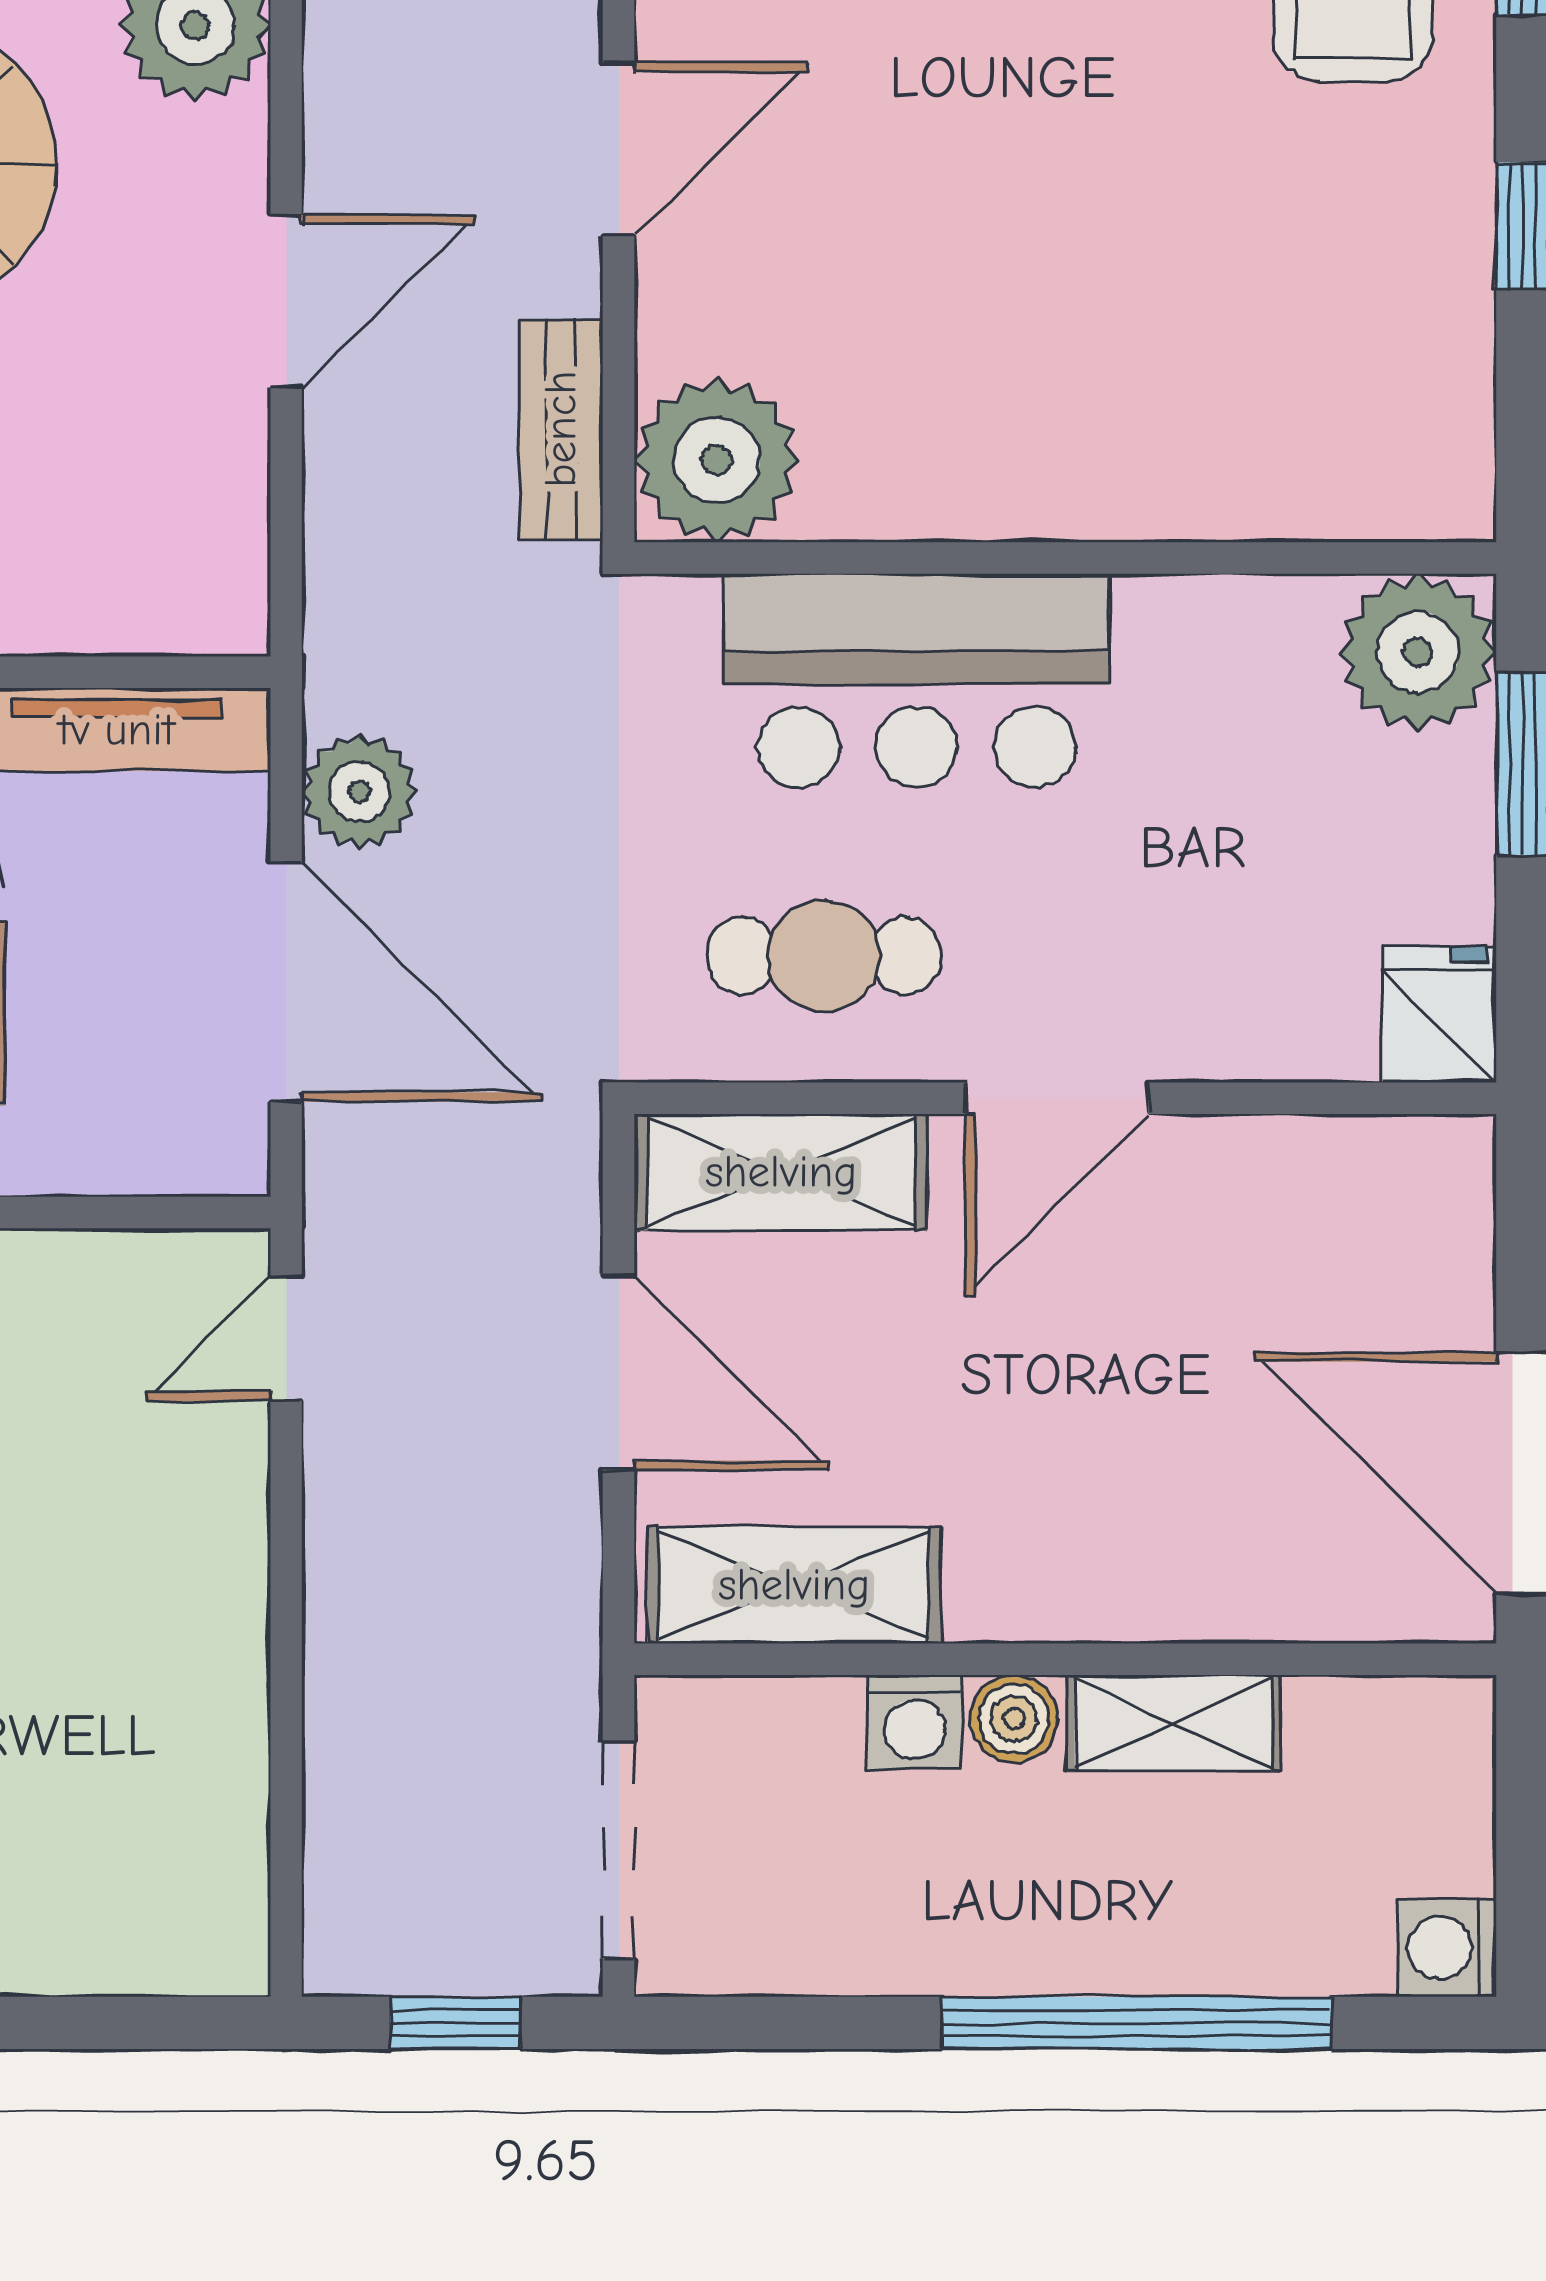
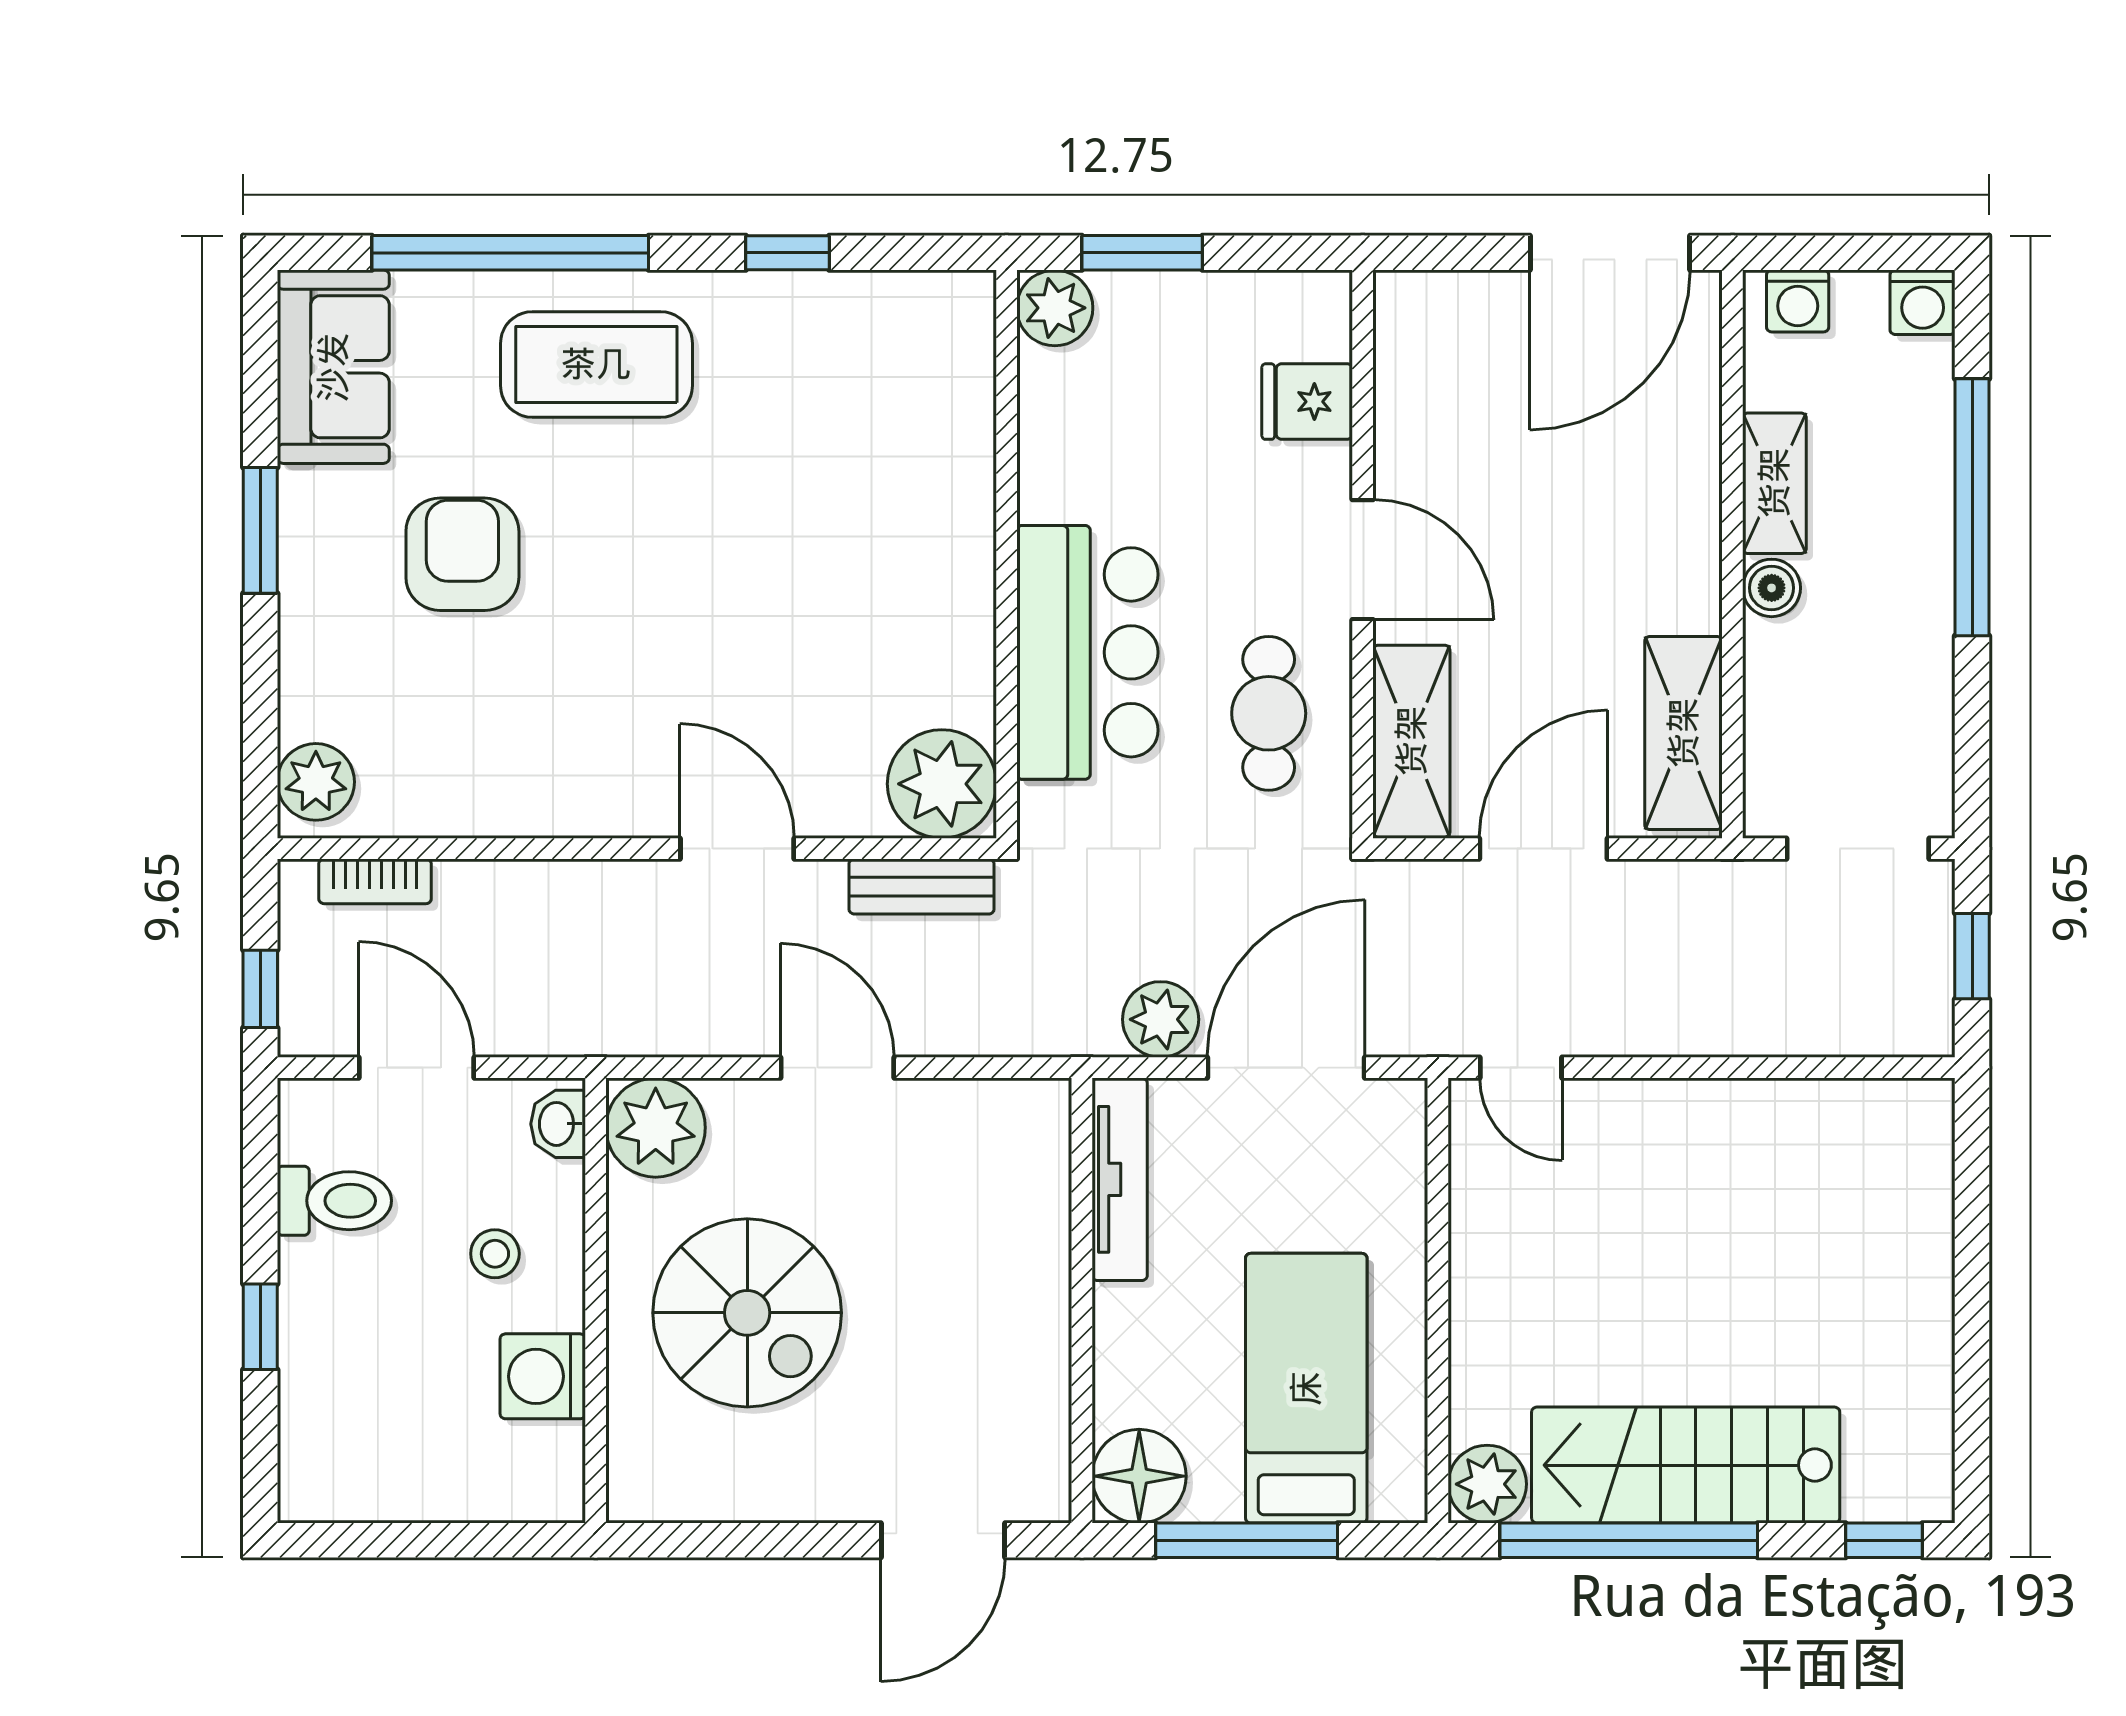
plant: (1418, 652) -> (1055, 308), width x0.73, depth x0.73
fridge: (1439, 1014) -> (1307, 402), moved
washing machine: (915, 1722) -> (1798, 301), moved, turned 90

